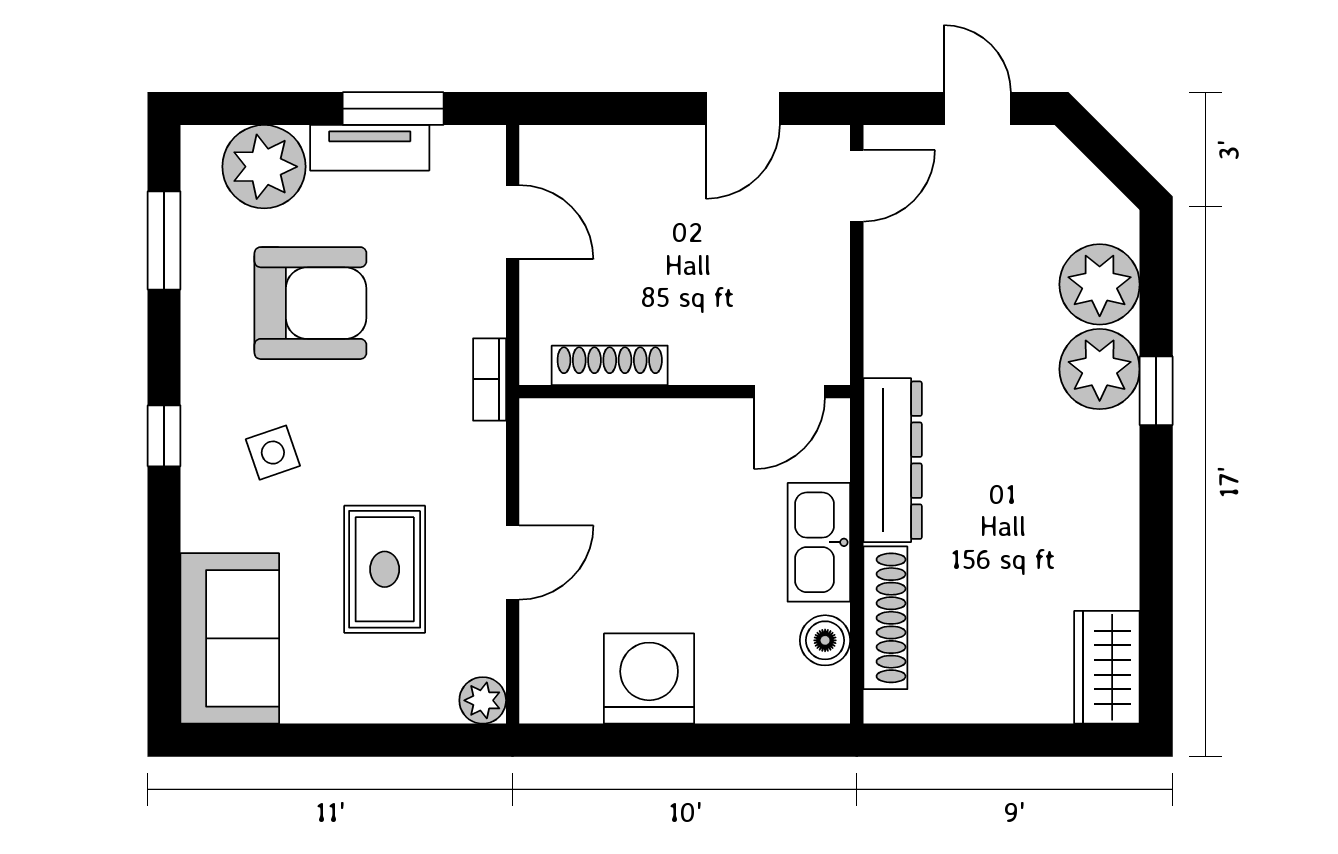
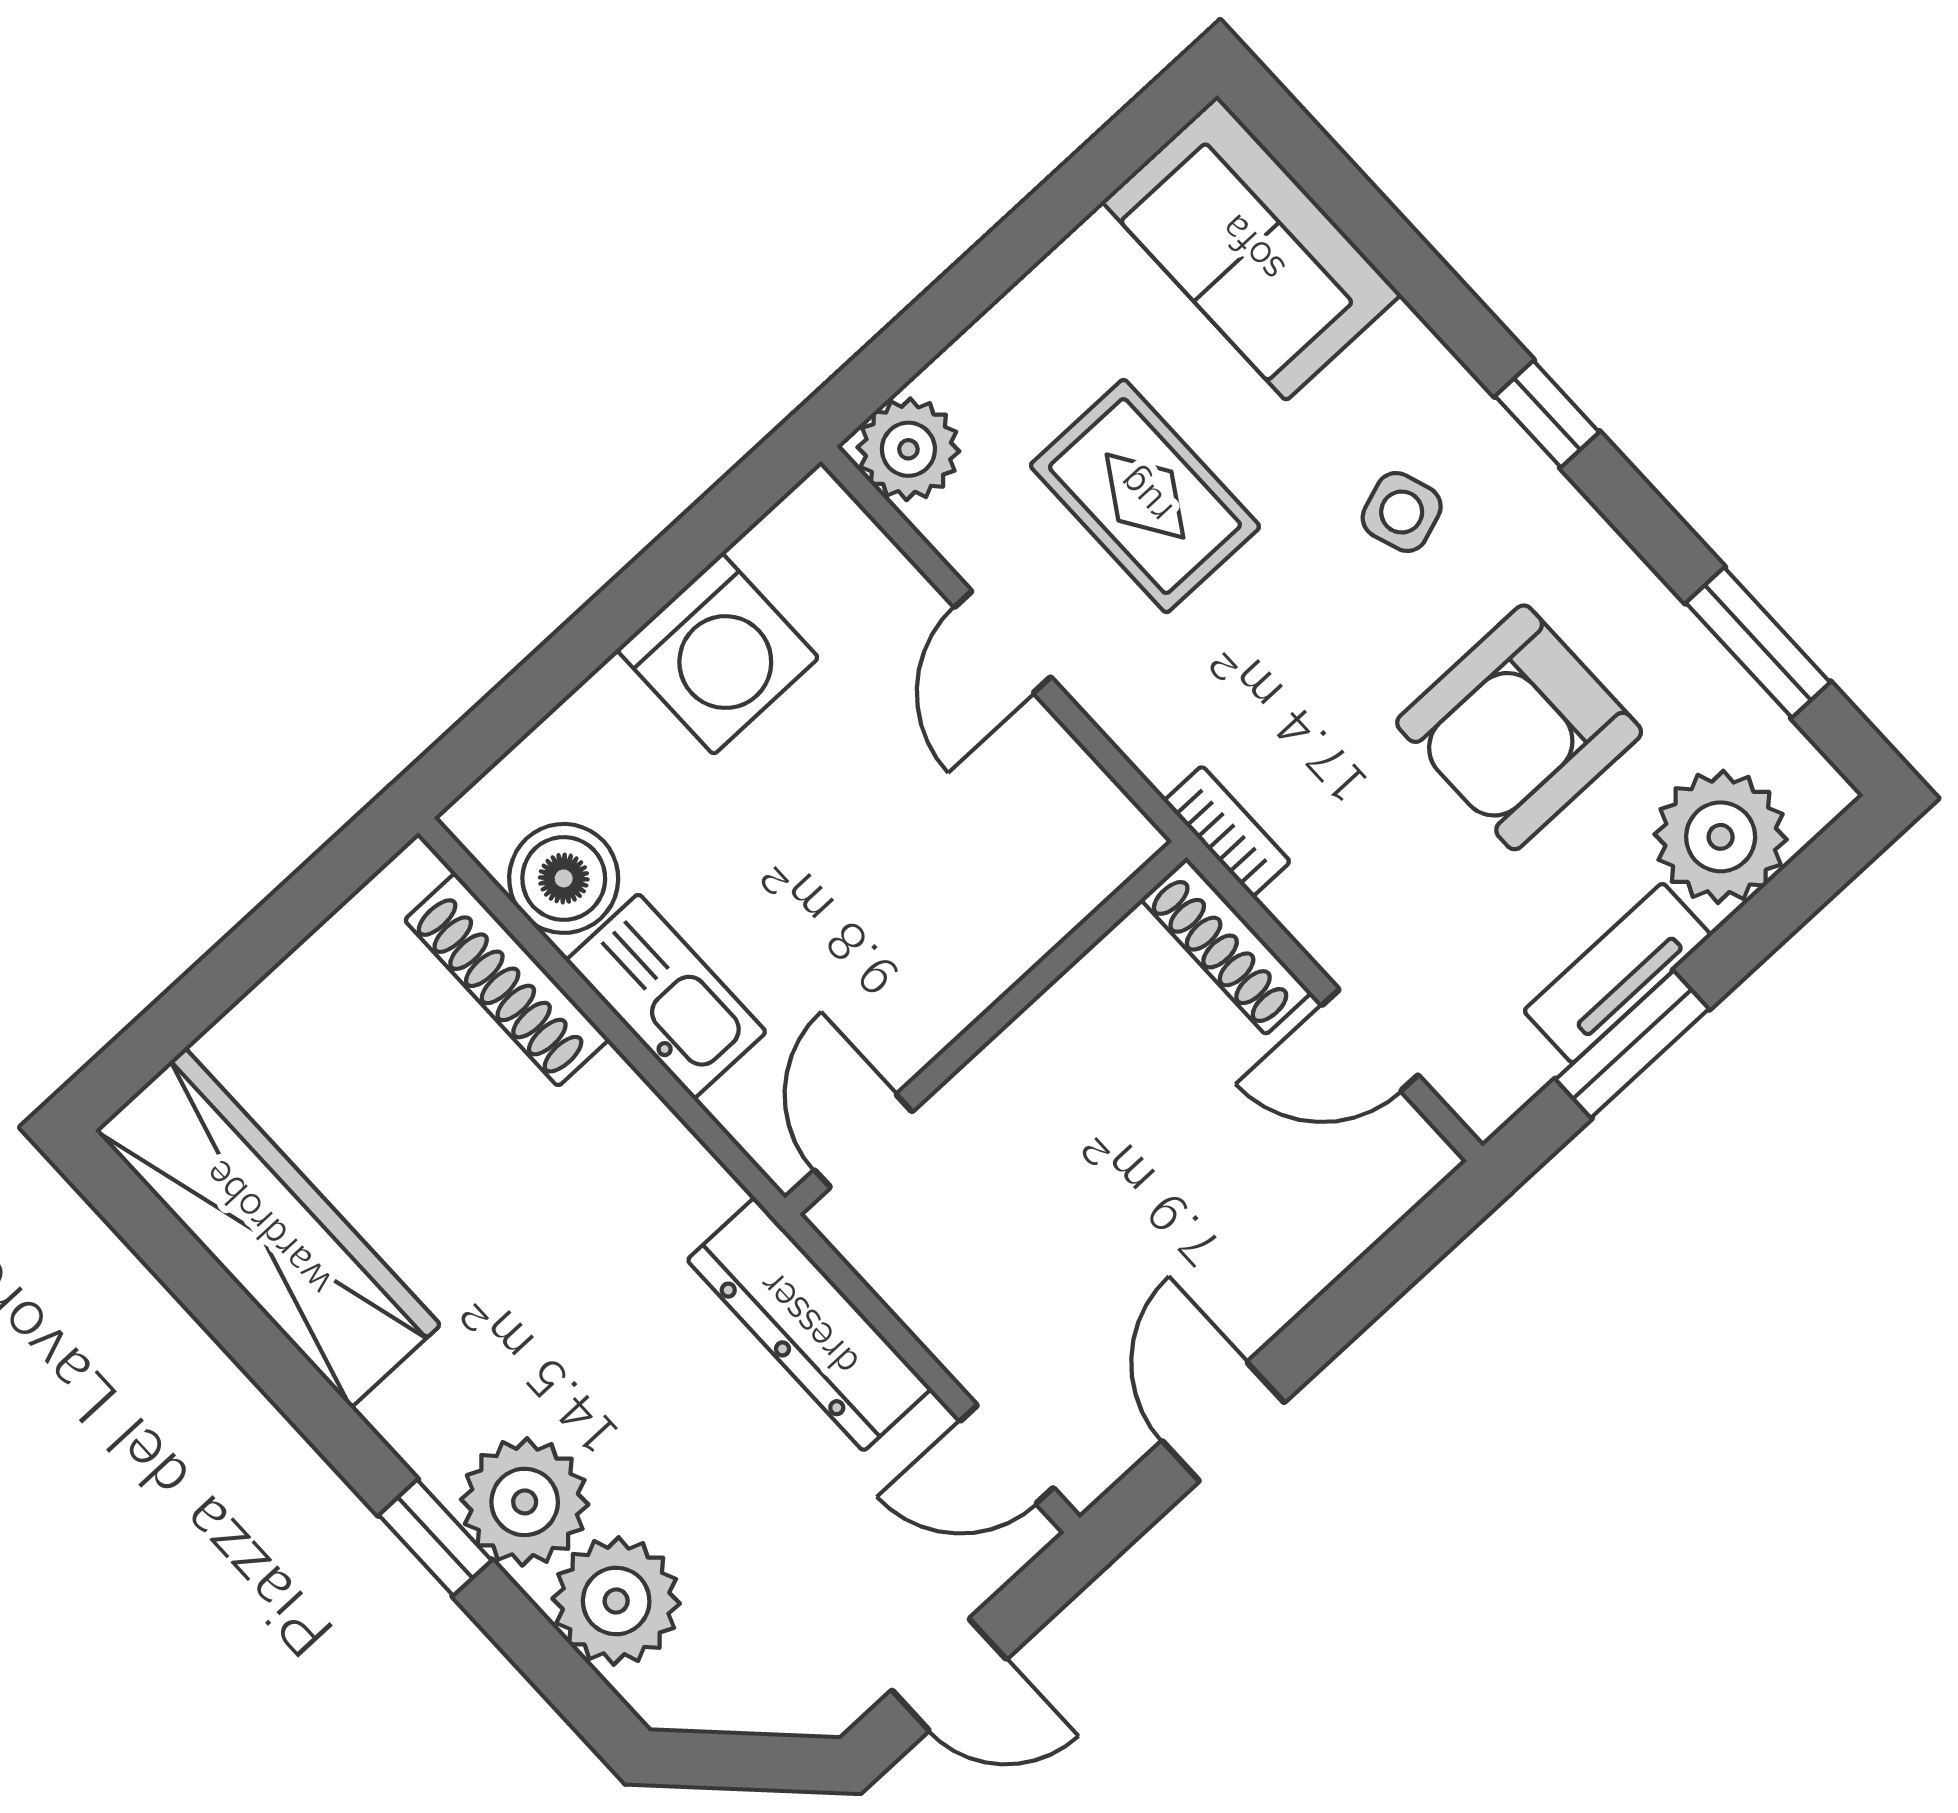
door: (857, 186) -> (1007, 1454), hinge flipped
shoe rack: (610, 365) -> (1226, 946), moved, turned 90
dresser: (893, 460) -> (809, 1324), moved
boiler: (825, 640) -> (564, 878), width x1.36, depth x1.36
wardrobe: (1107, 667) -> (268, 1228), width x2.10, depth x1.17
plant: (483, 700) -> (908, 449), width x1.38, depth x1.38

